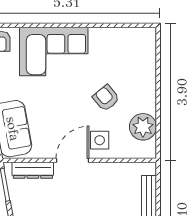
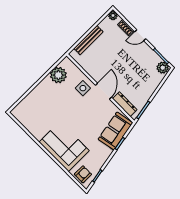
armchair: (106, 98) -> (62, 104), removed
door: (72, 160) -> (103, 91), swing flipped

